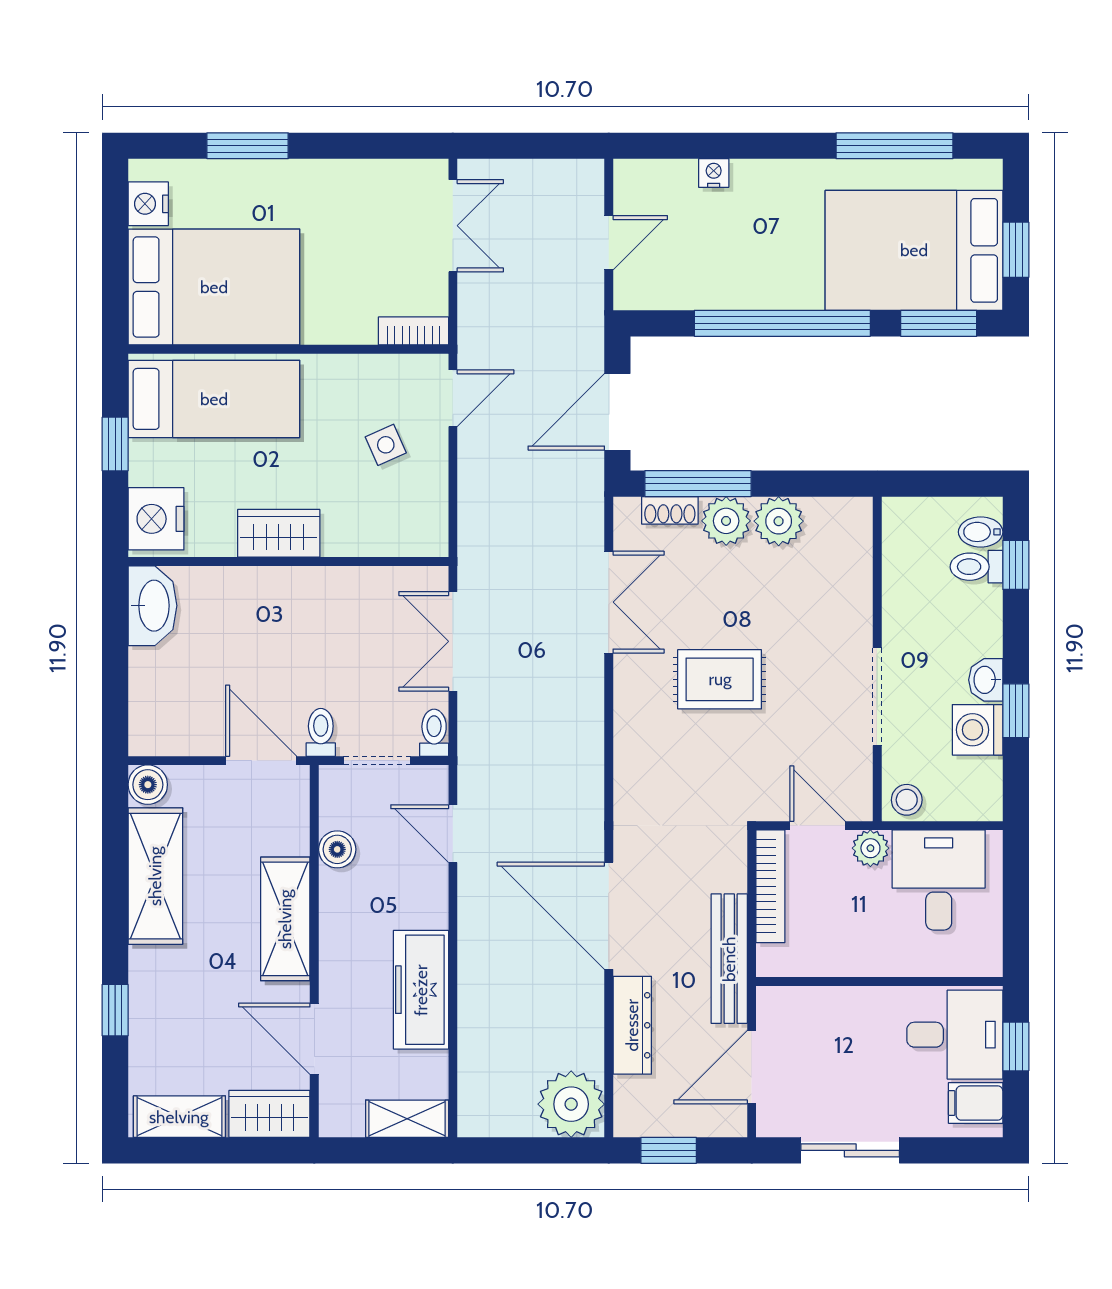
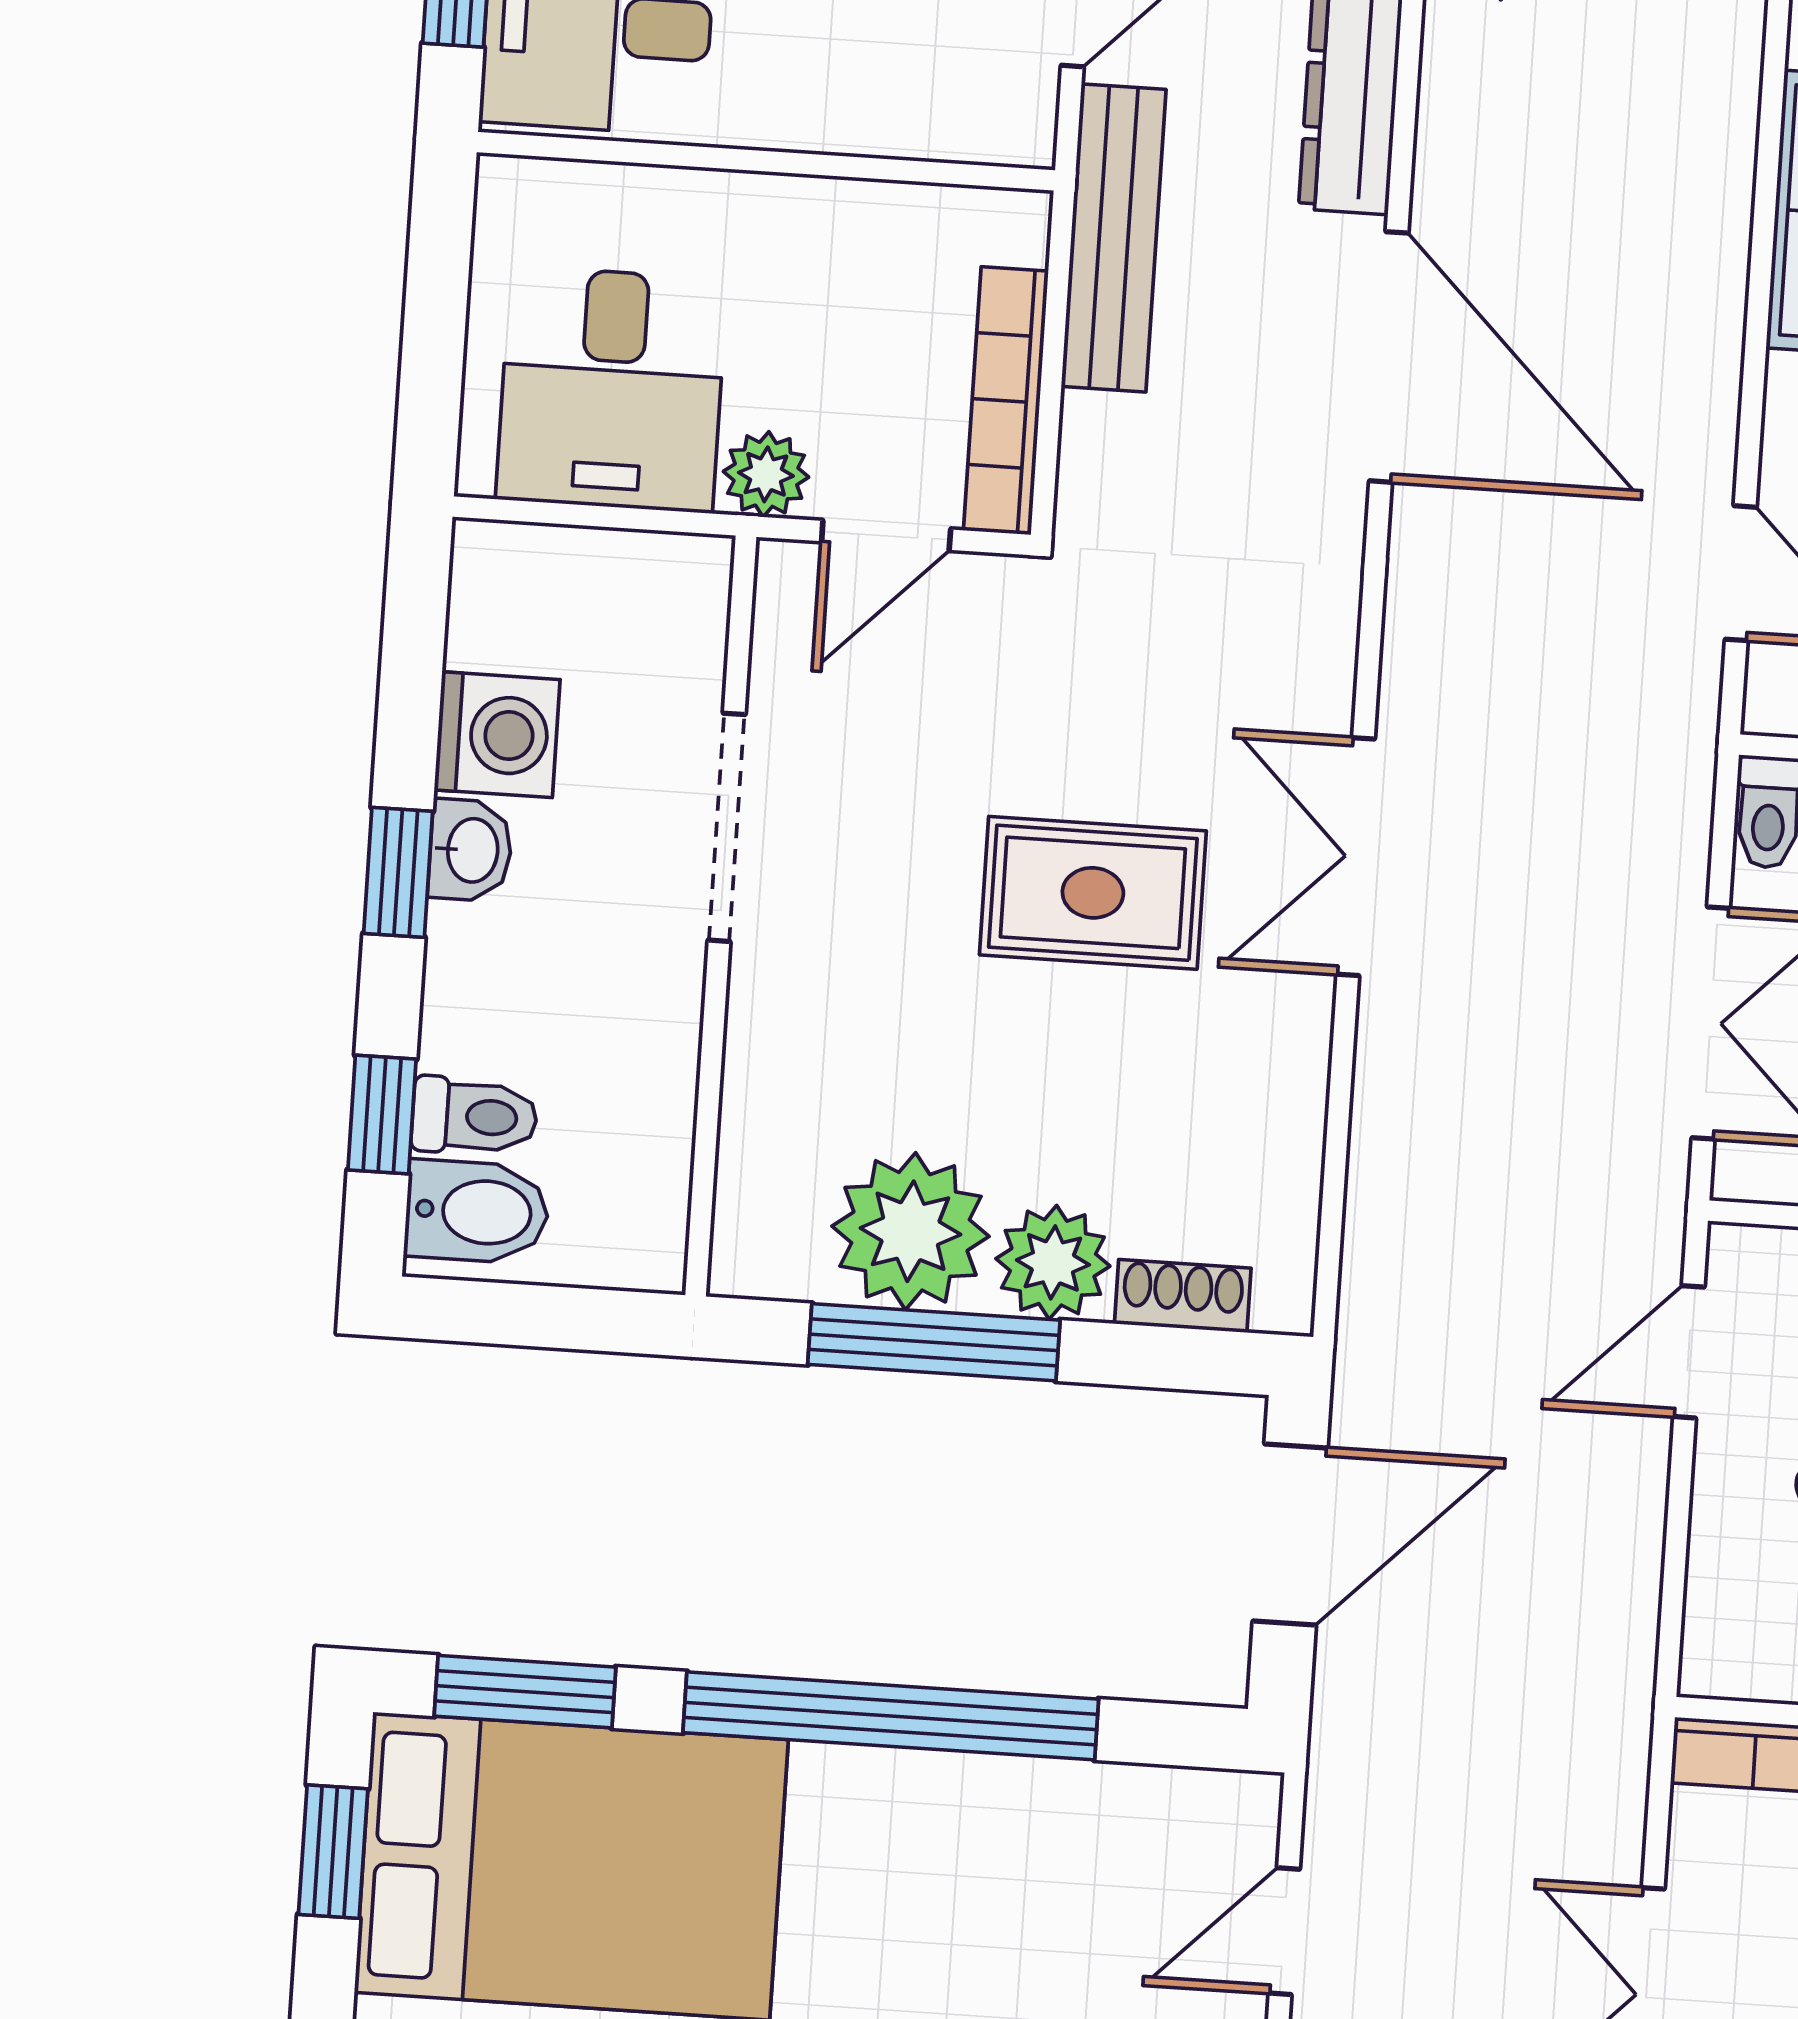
door: (453, 398) -> (1689, 1352), moved
window: (698, 484) -> (934, 1342), moved
plant: (779, 521) -> (910, 1231), width x1.36, depth x1.36
bidet: (981, 532) -> (477, 1212), width x1.38, depth x1.36
double door: (609, 602) -> (1356, 857), moved
window: (1016, 711) -> (398, 872), moved
stool: (907, 800) -> (674, 582), removed
door: (818, 826) -> (886, 535), hinge flipped

